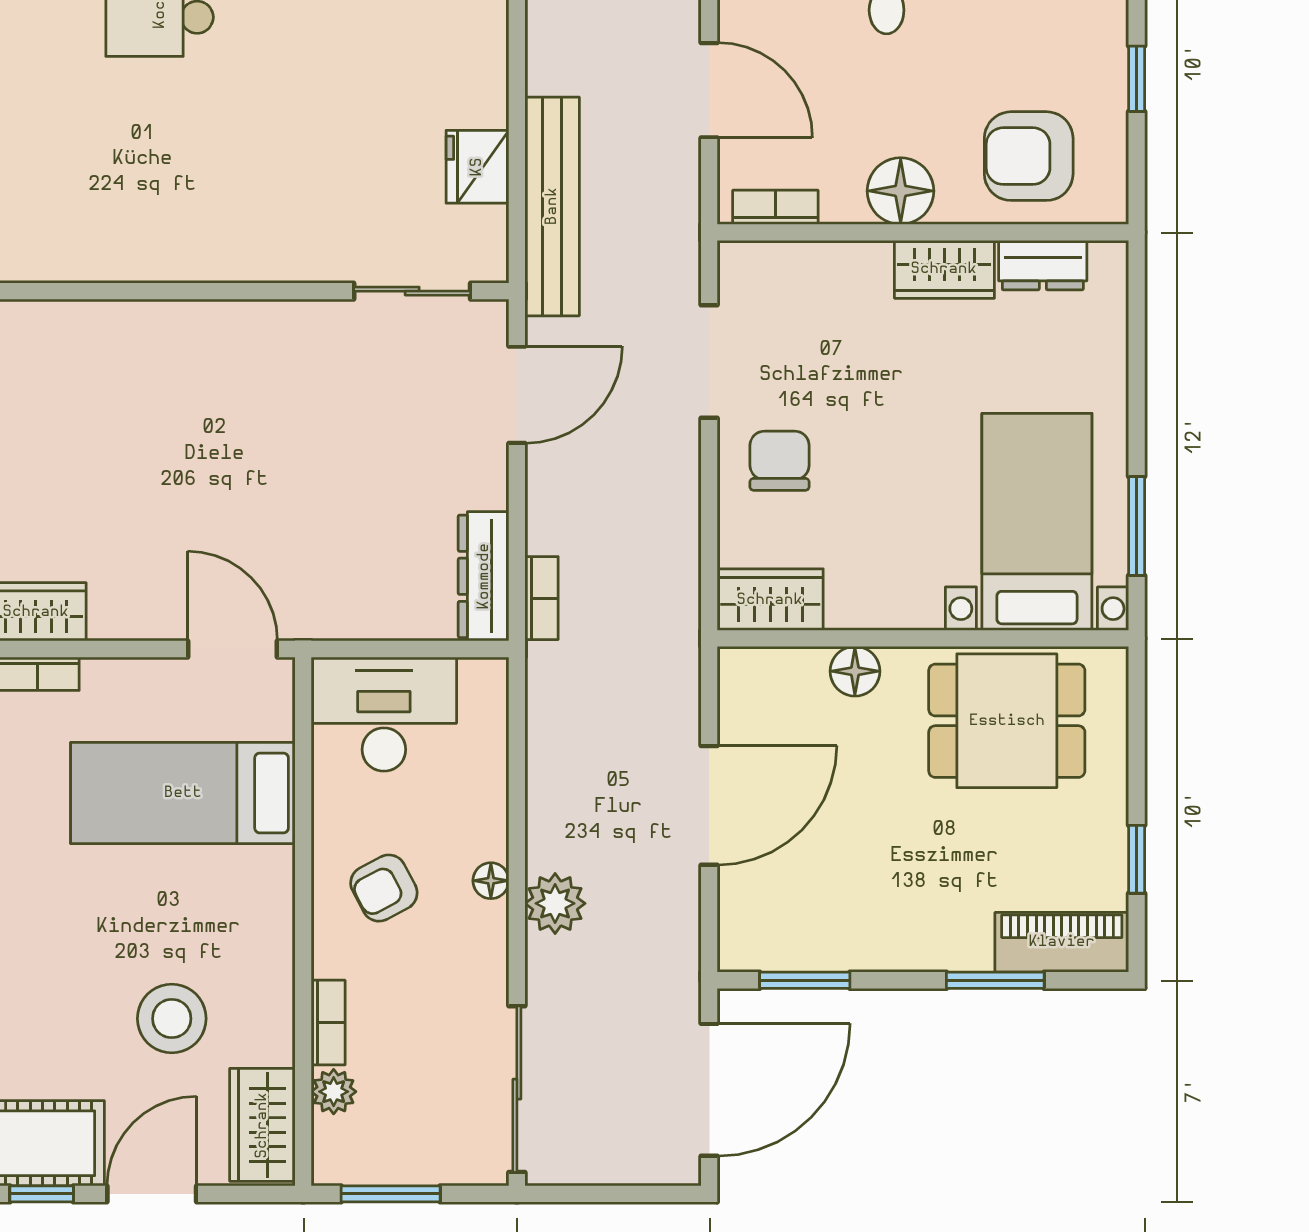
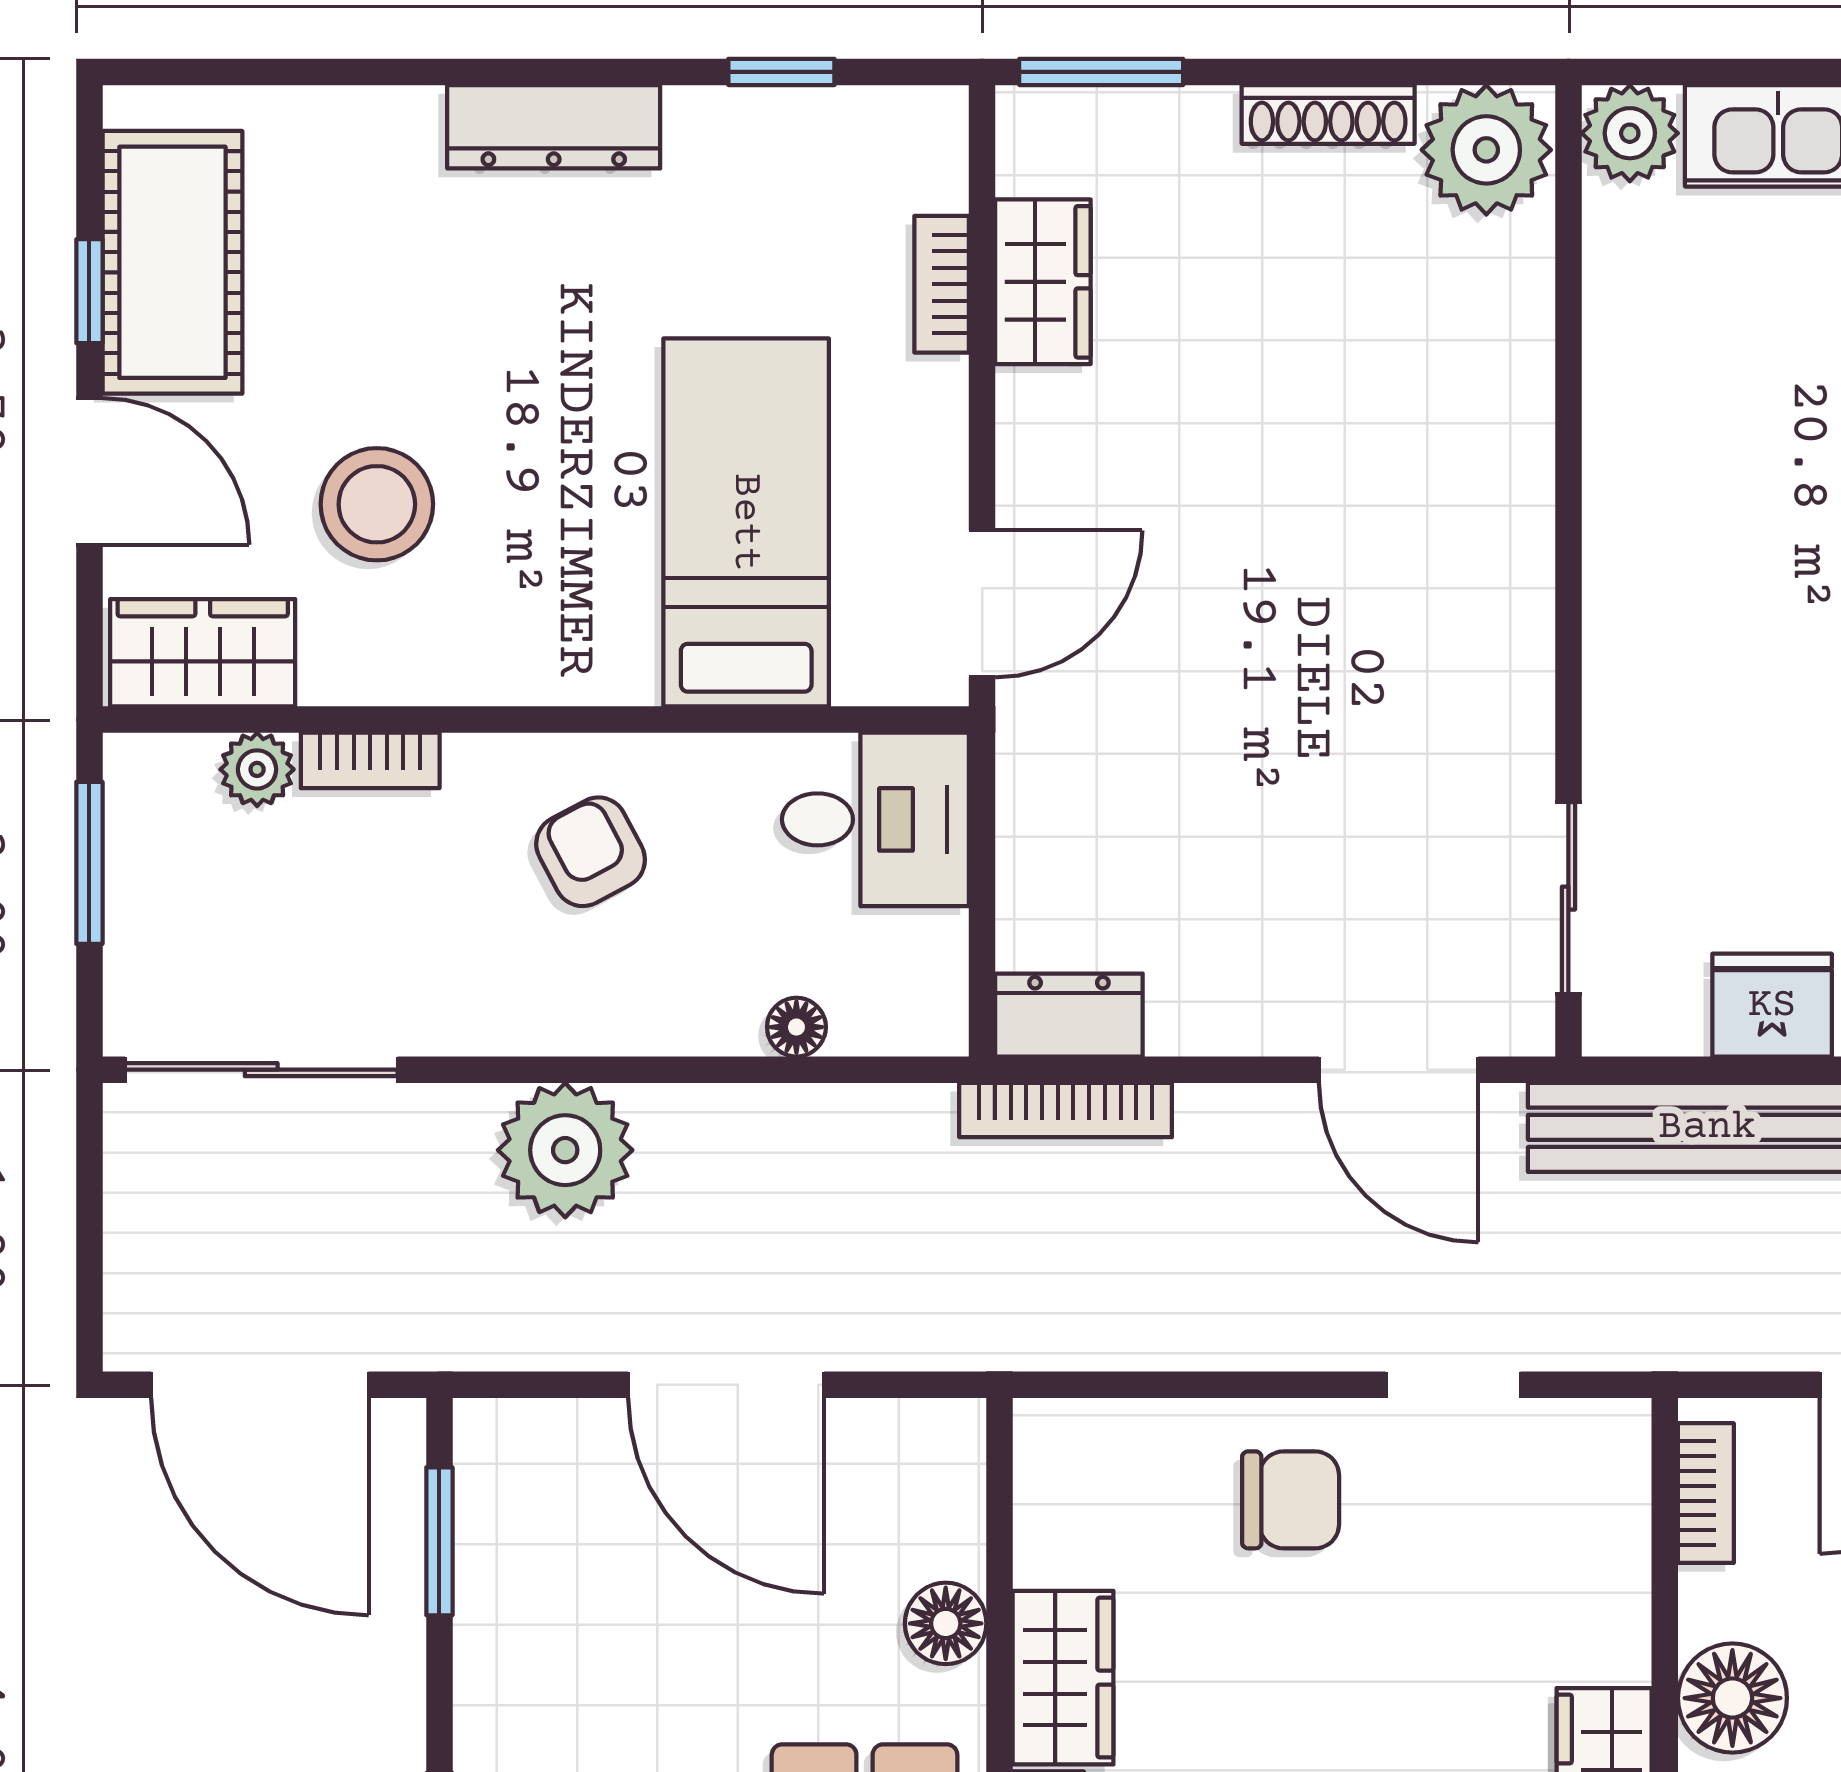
doorway: (709, 361) -> (1453, 1385), width x0.73
dresser: (484, 576) -> (1069, 1015), width x0.70
bookcase: (542, 598) -> (1066, 1110), width x1.56
wardrobe: (770, 600) -> (1063, 1678), moved
desk: (384, 714) -> (875, 819), width x0.73
floor lamp: (491, 881) -> (796, 1027), moved
plant: (555, 903) -> (565, 1150), width x1.36, depth x1.36

